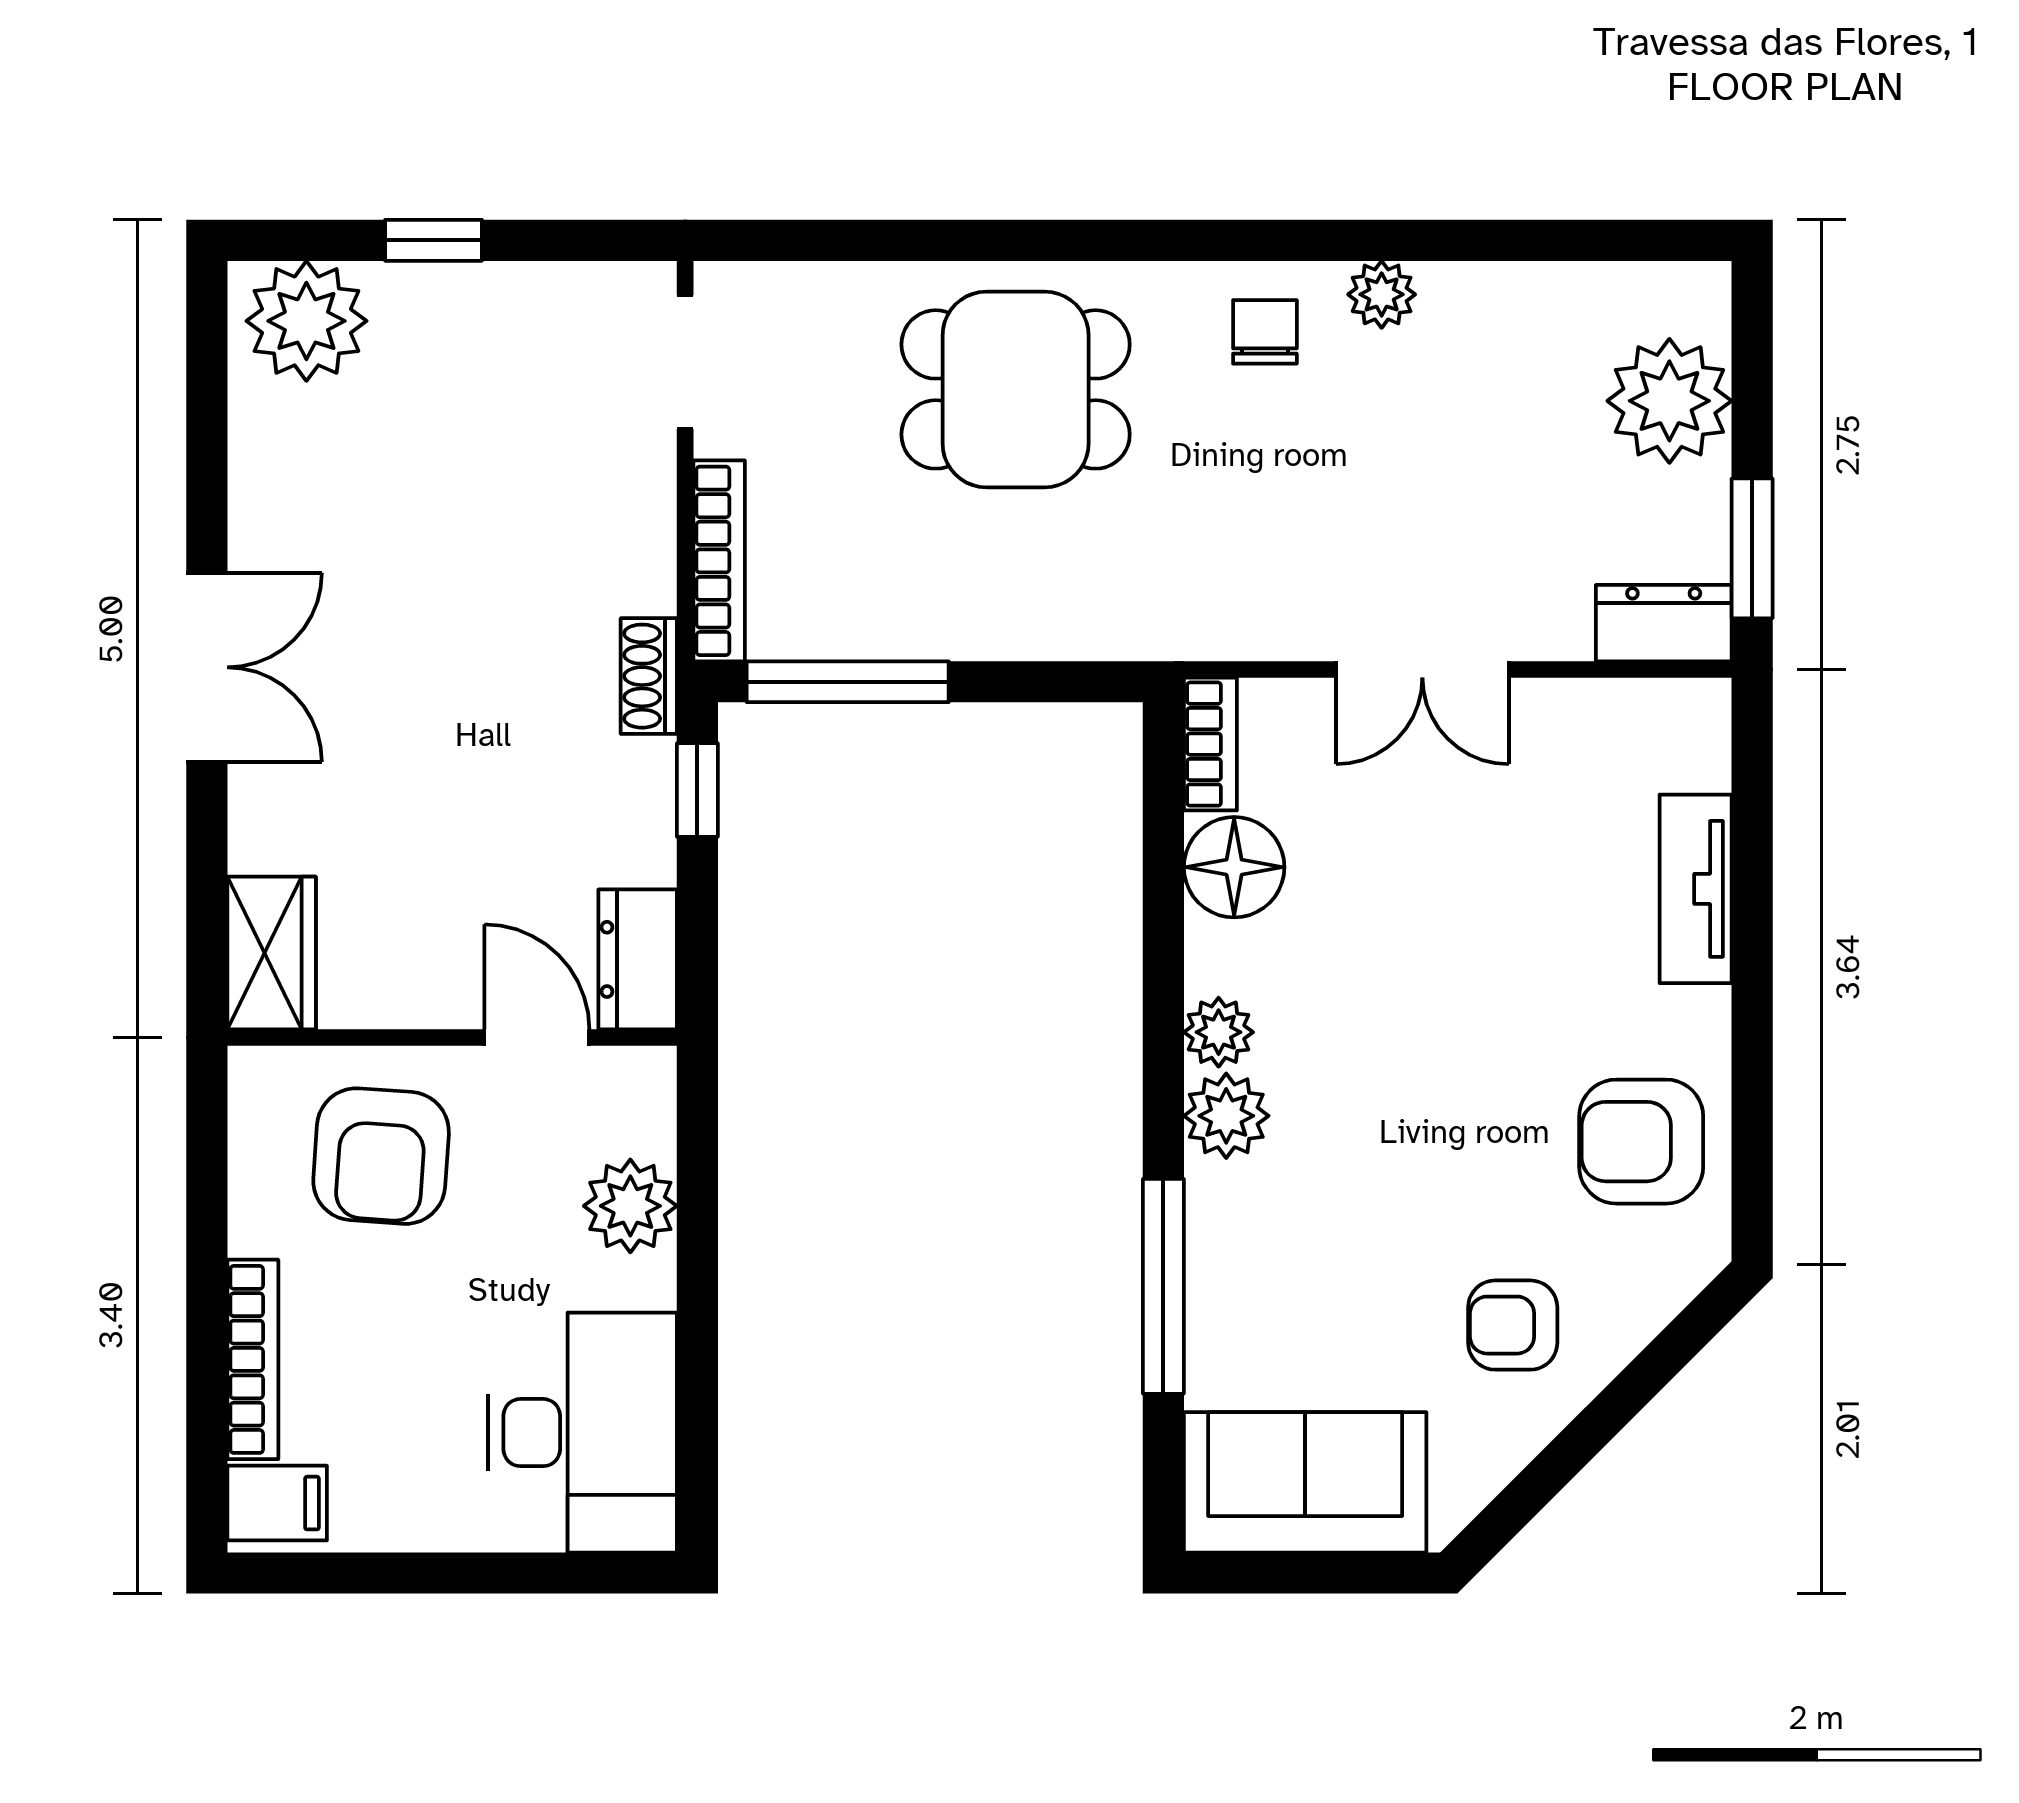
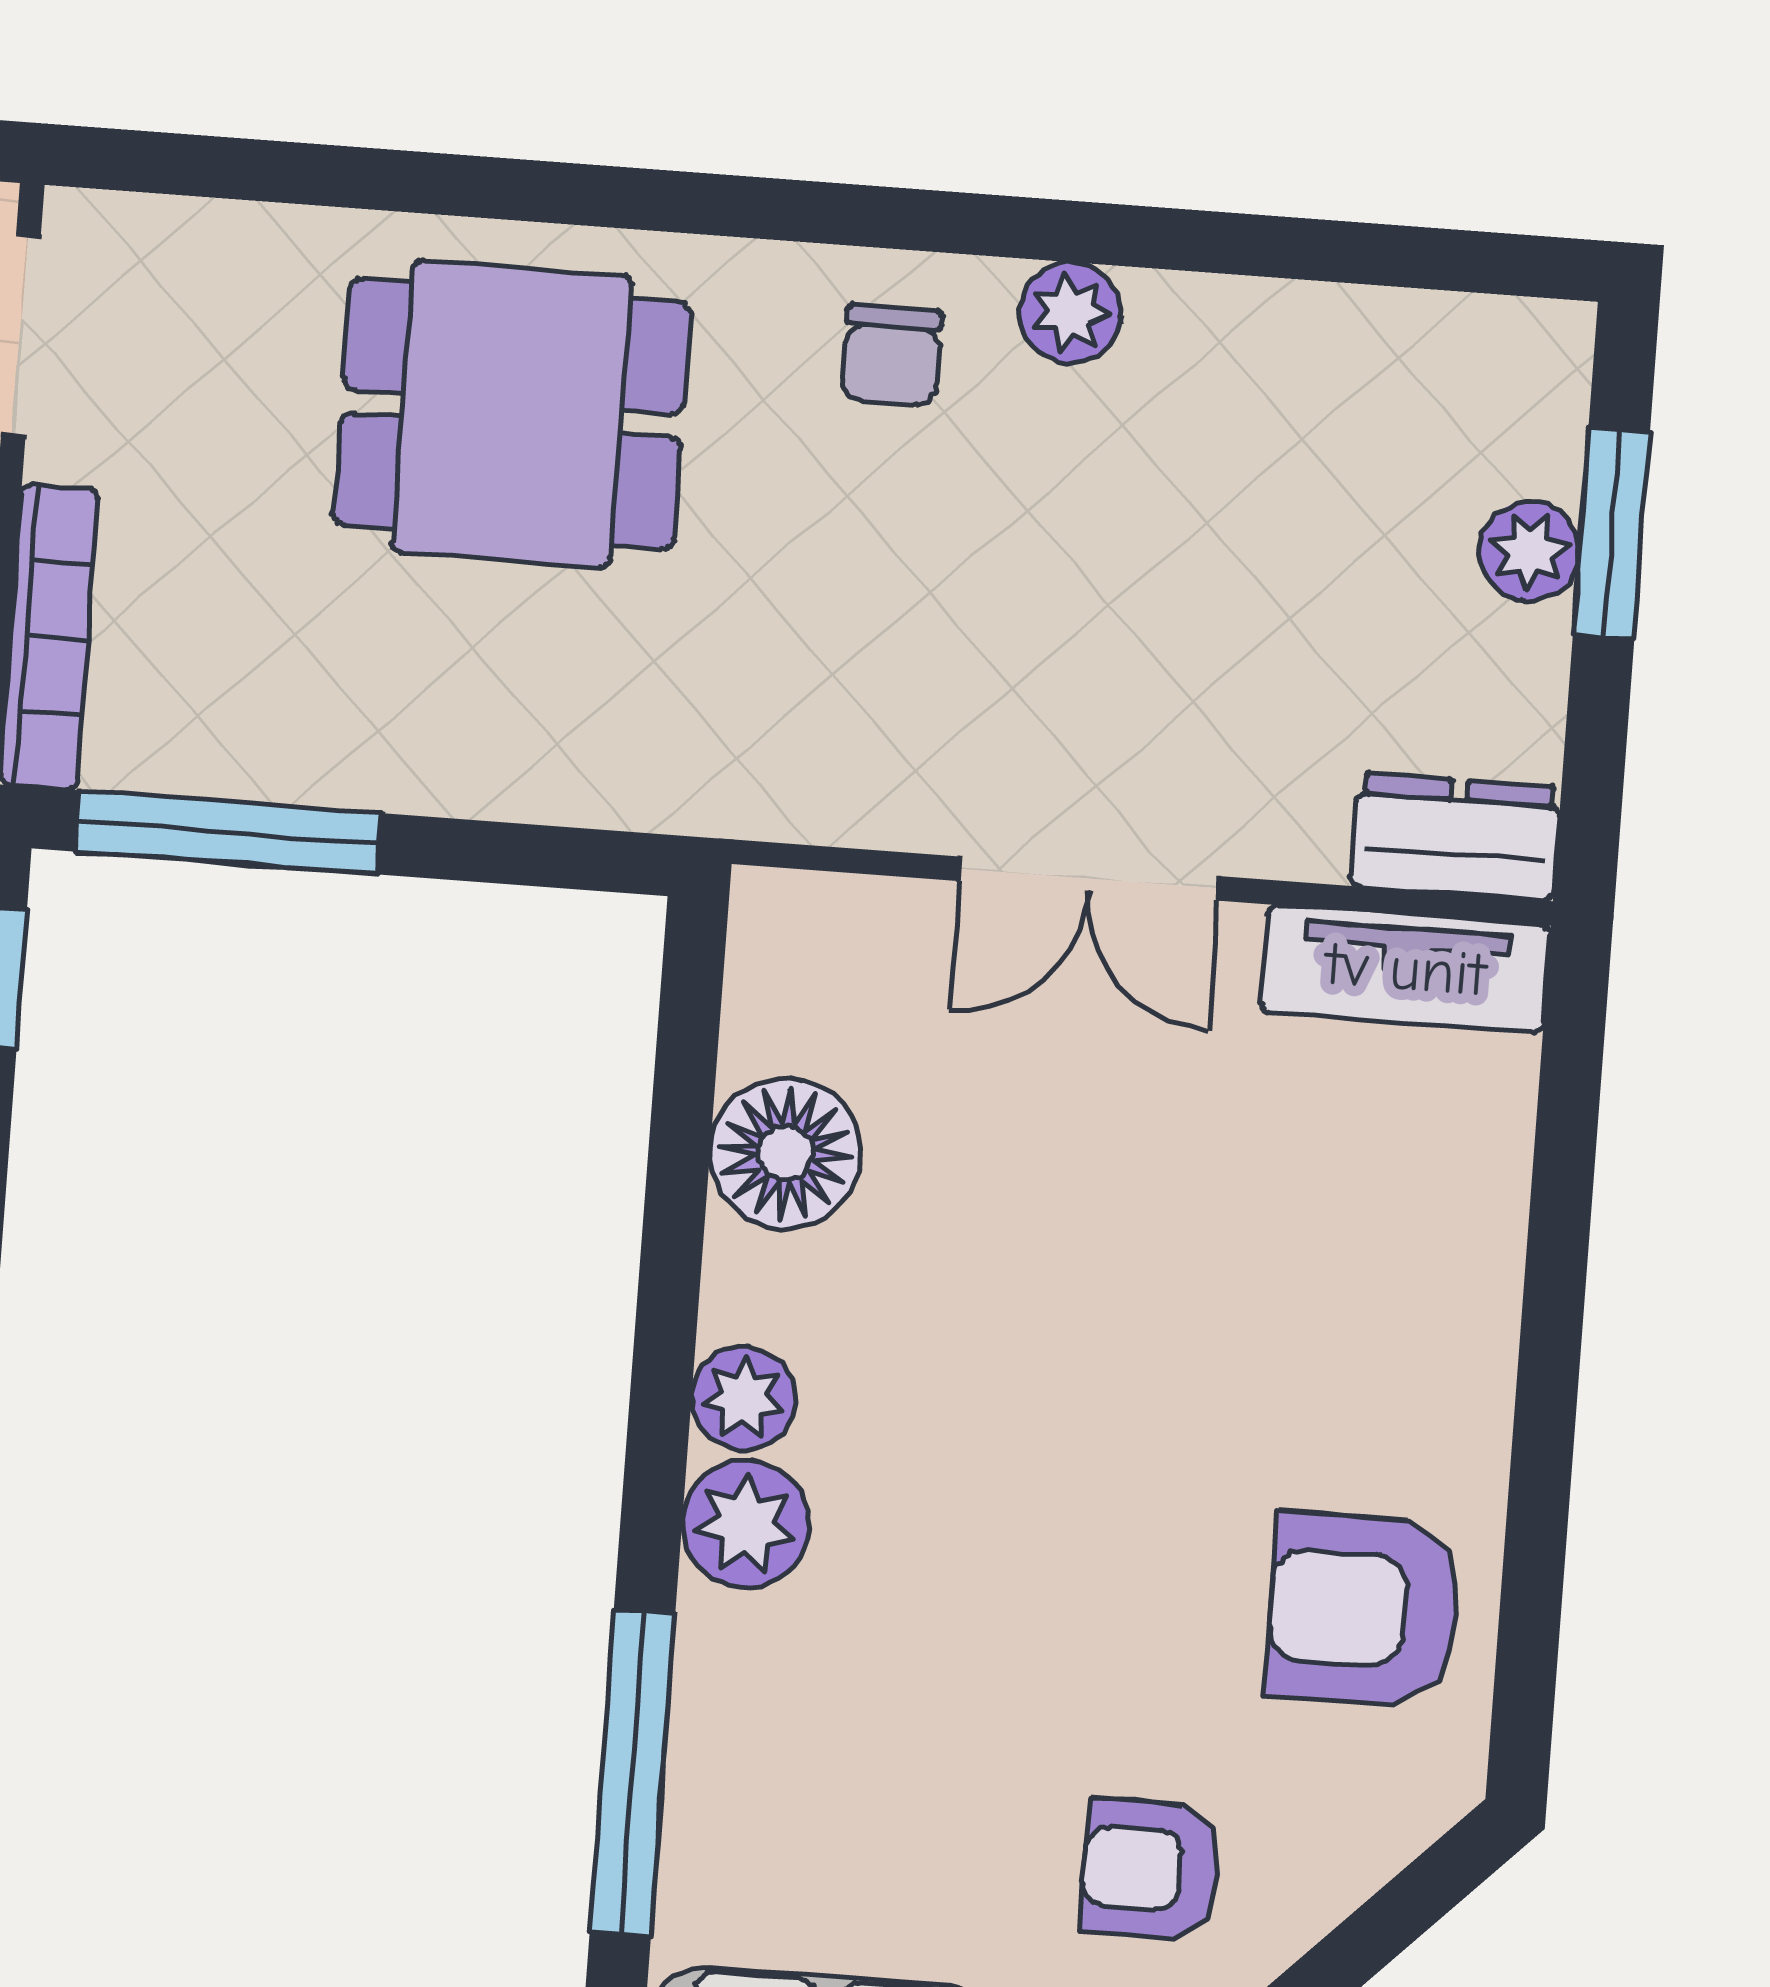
chair: (1265, 332) -> (892, 356), turned 180
plant: (1669, 401) -> (1529, 551), width x0.53, depth x0.53
window: (1752, 548) -> (1611, 534), moved
bookcase: (1210, 744) -> (764, 966), removed
tv unit: (1696, 889) -> (1406, 969), moved, turned -90

